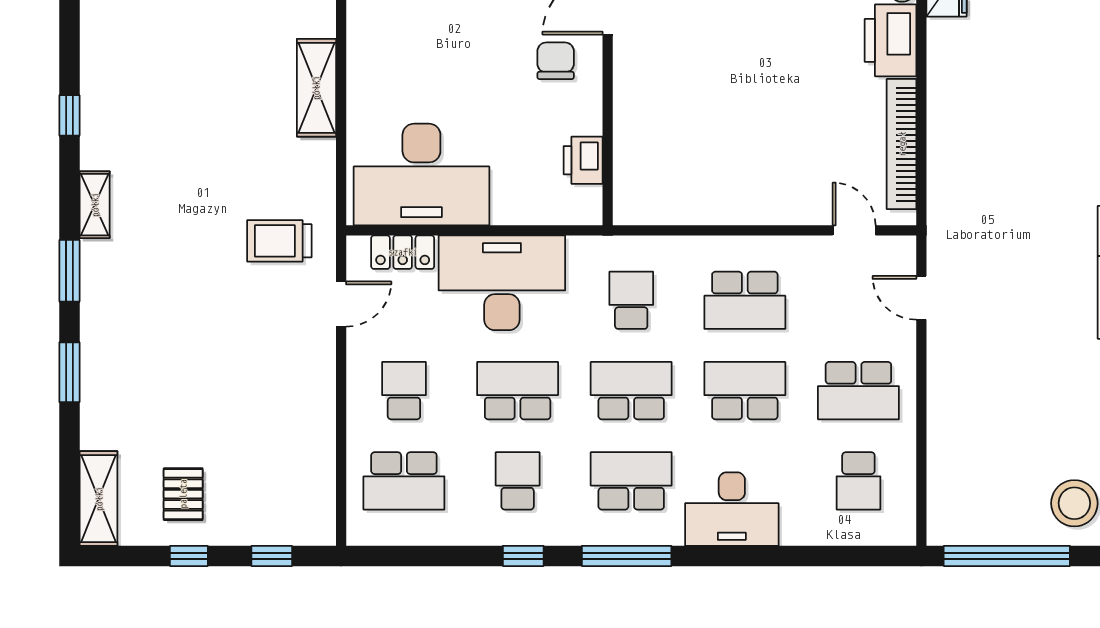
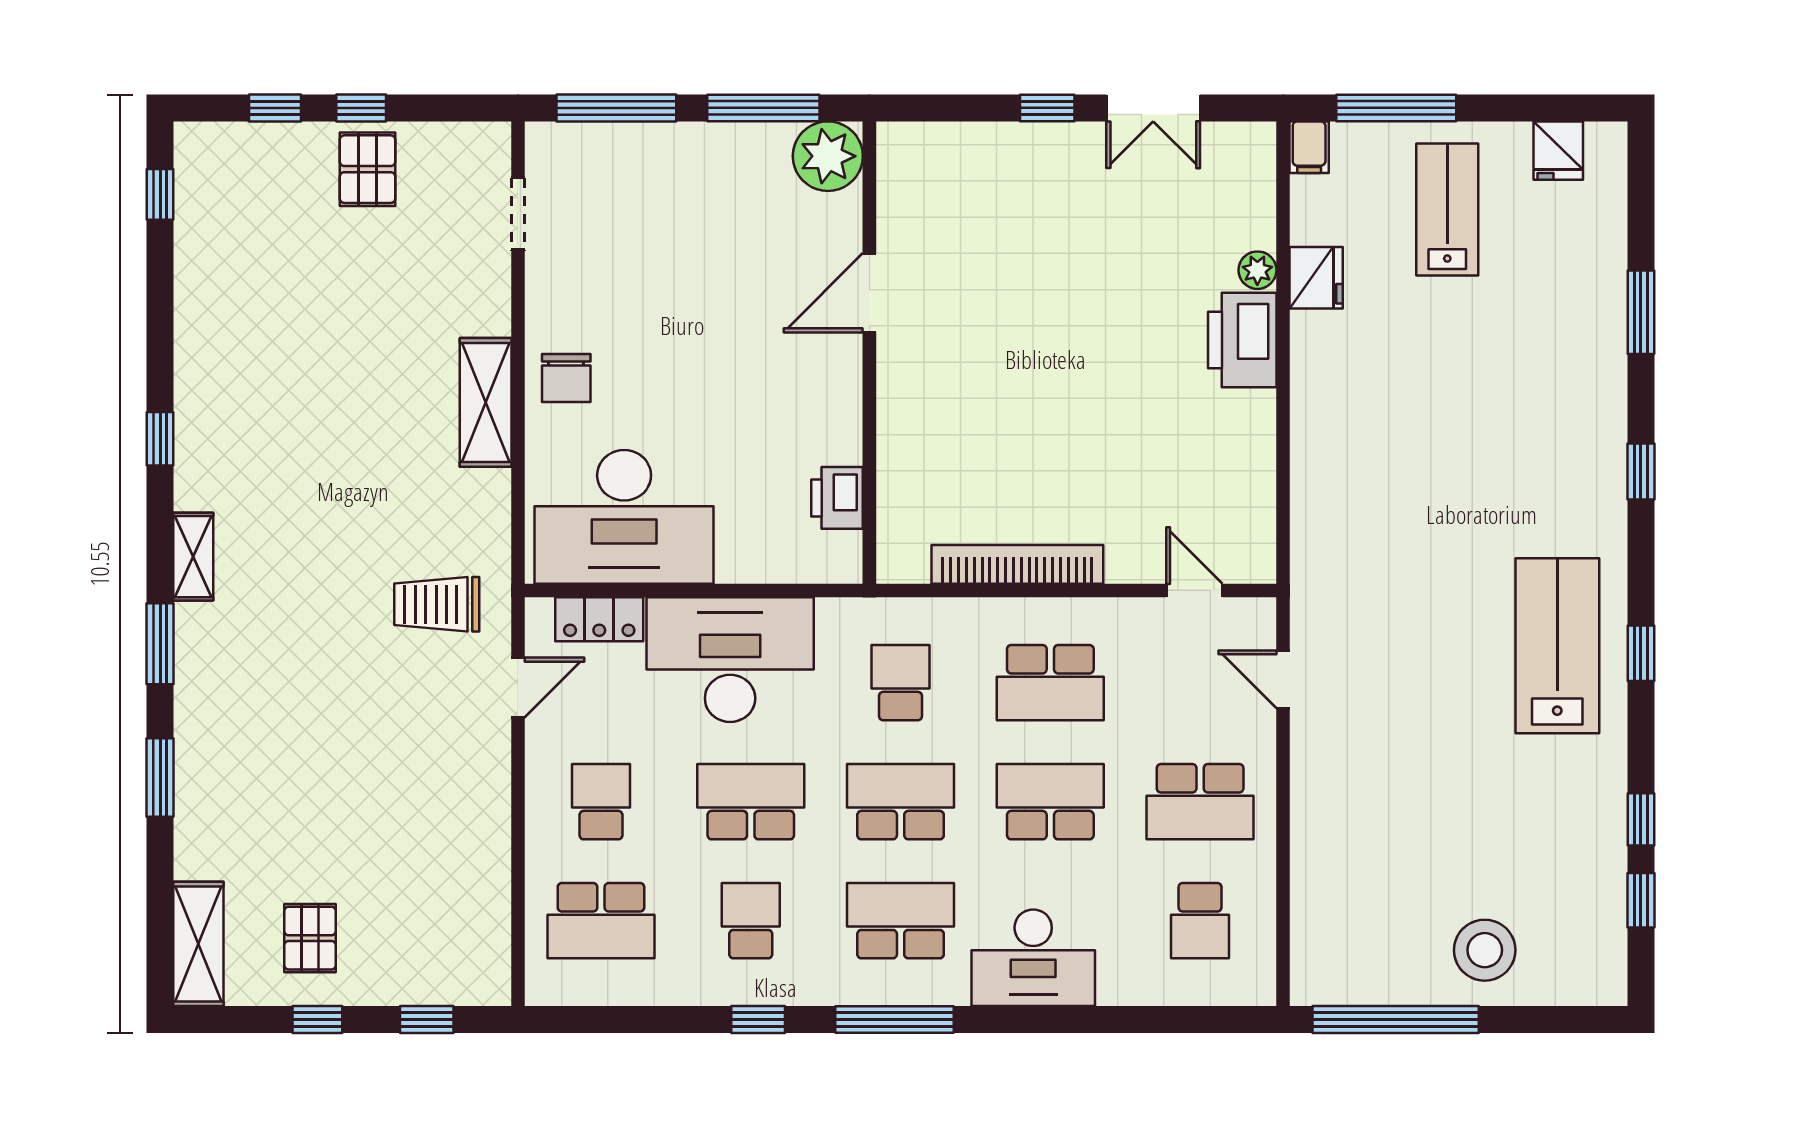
chair: (556, 61) -> (566, 378), moved, turned 180
bookcase: (902, 144) -> (1017, 564), moved, turned 90

